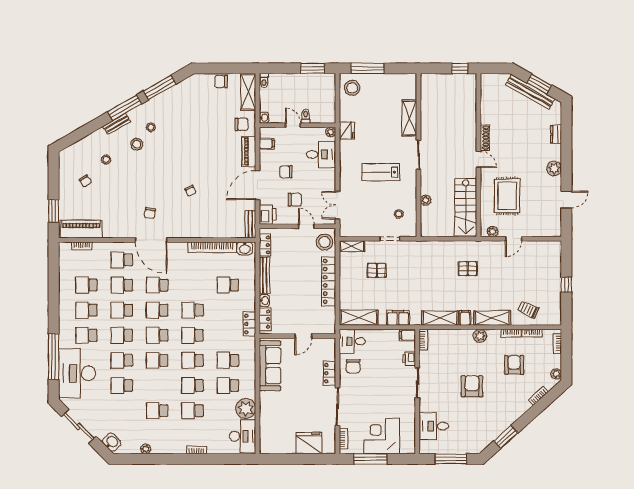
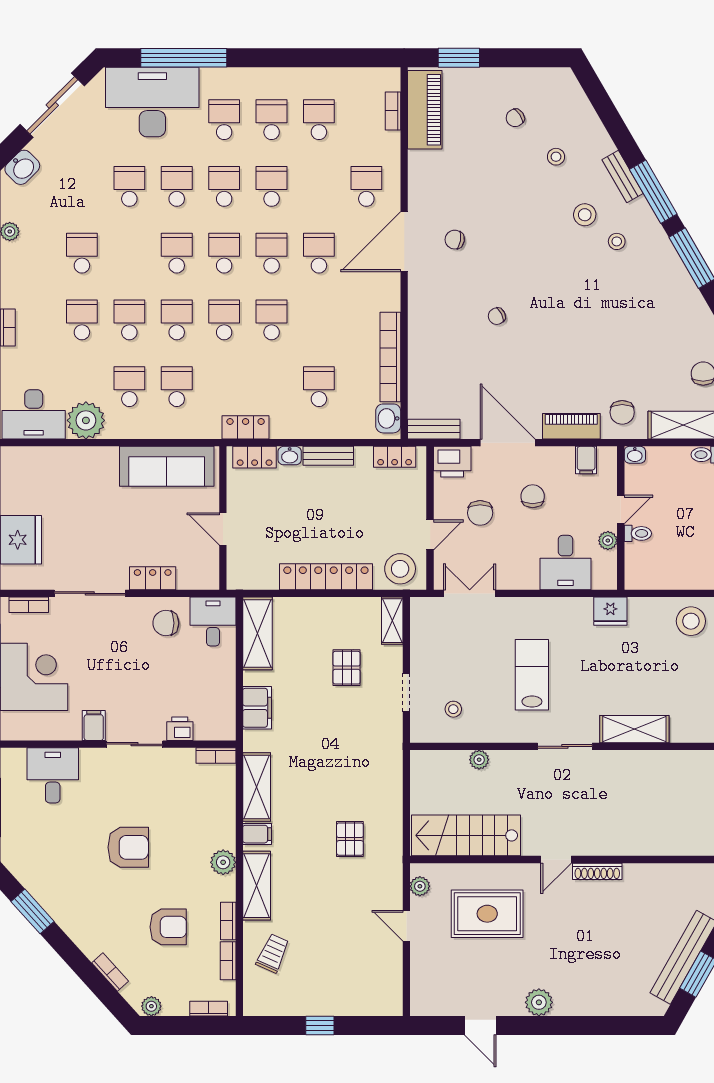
plant: (331, 132) -> (608, 541), moved
dresser: (556, 134) -> (603, 1006), removed
bench: (265, 275) -> (328, 456), width x0.73
school desk: (122, 285) -> (319, 186), removed
filing cabinet: (407, 335) -> (94, 725), moved

